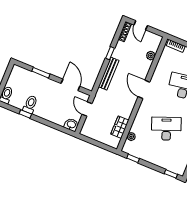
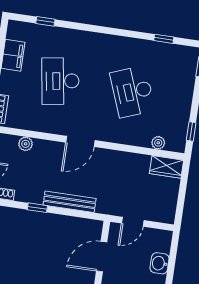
washbasin: (71, 125) -> (160, 263), moved
wardrobe: (120, 127) -> (166, 167), moved

